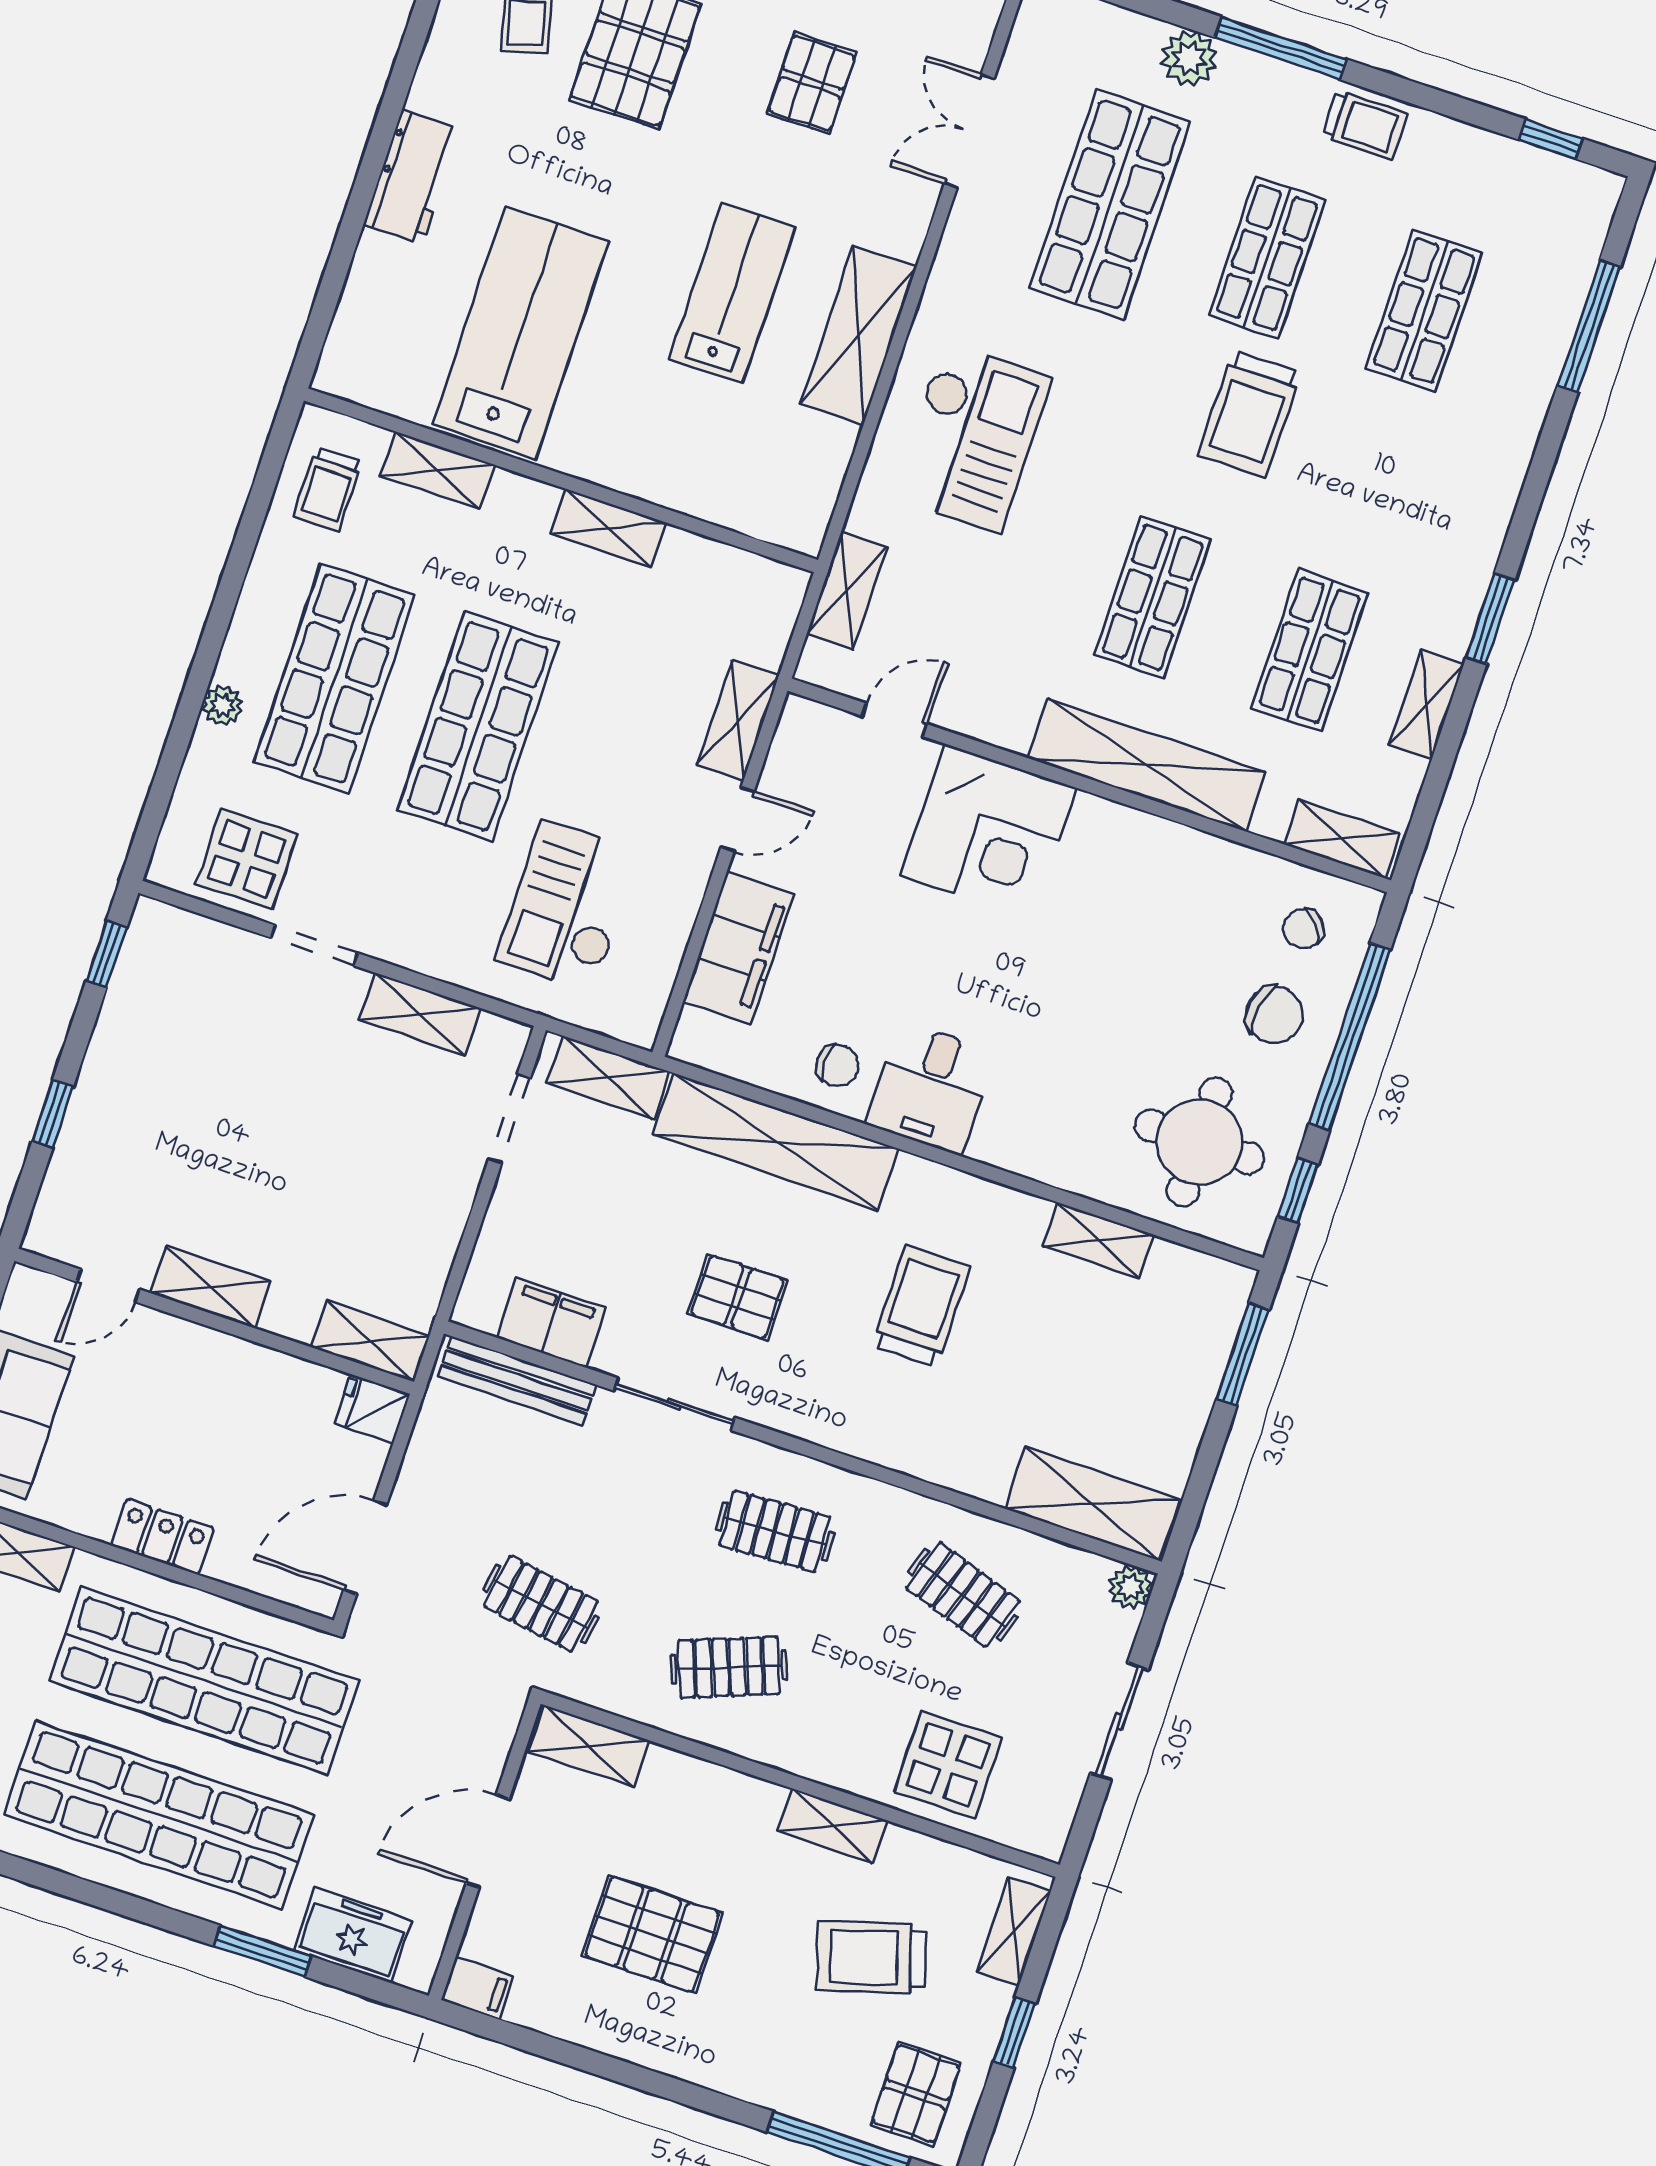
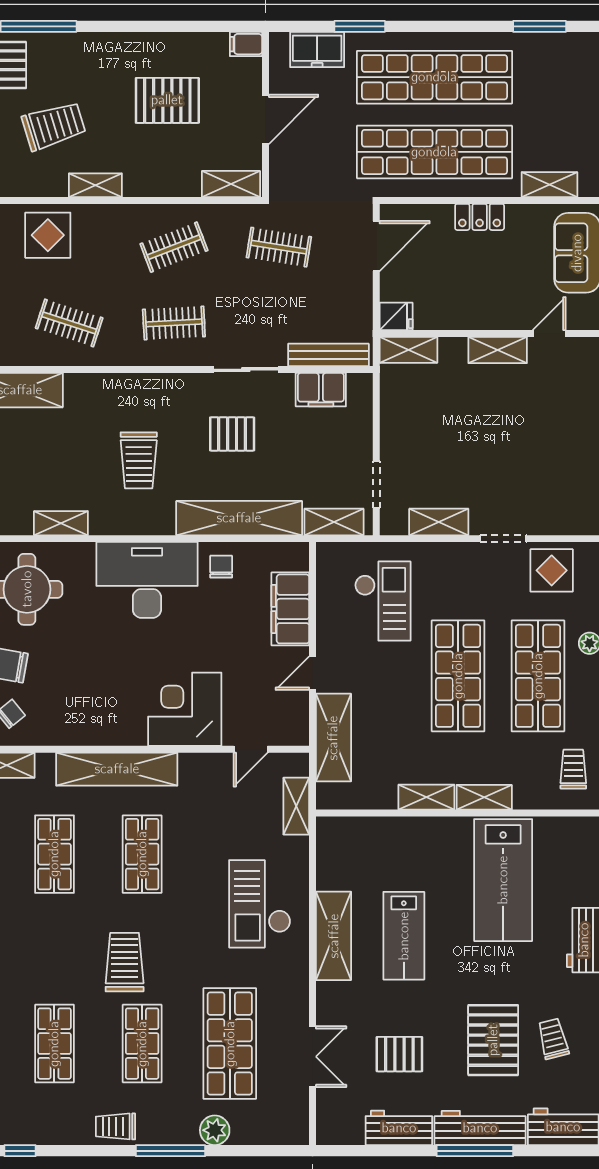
pallet: (812, 83) -> (399, 1054), turned 90
shelving: (438, 470) -> (484, 797), moved
shelving: (738, 720) -> (333, 738), width x1.50, depth x1.33
chair: (837, 1065) -> (221, 567), turned 90
desk: (931, 1088) -> (147, 580), width x1.87, depth x1.30

